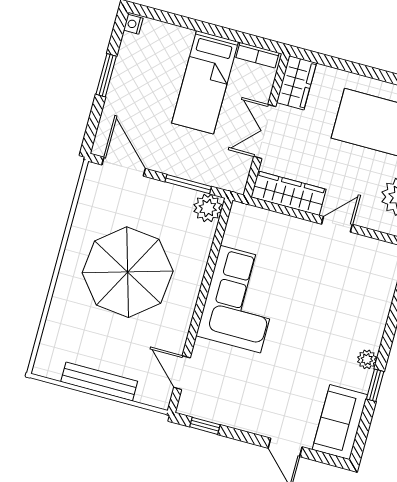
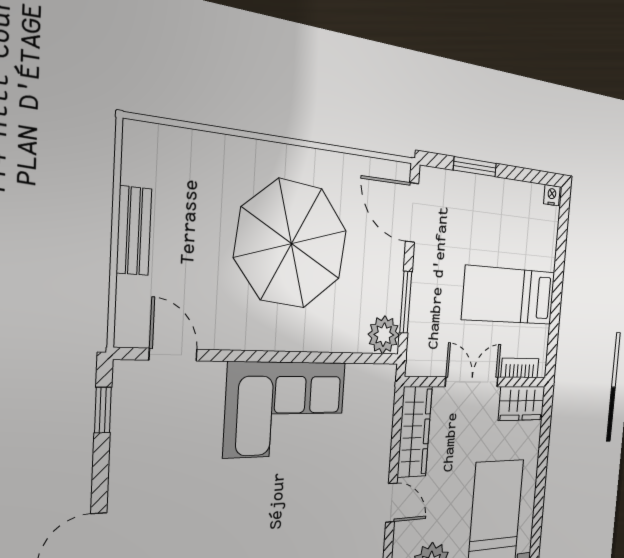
bookcase: (257, 55) -> (520, 368), moved, turned 90
window: (106, 75) -> (475, 167), moved
door: (124, 167) -> (412, 213), swing flipped
door: (182, 373) -> (173, 355), hinge flipped
bench: (99, 381) -> (134, 231), width x0.73

